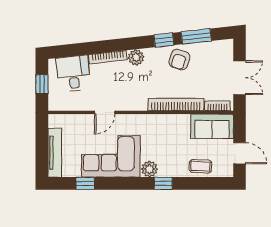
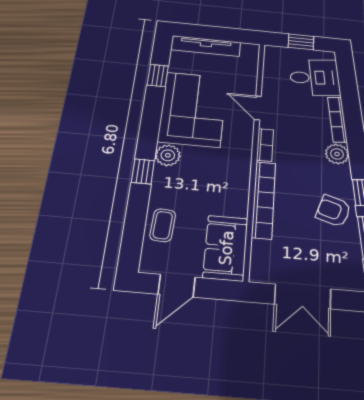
bookcase: (218, 106) -> (265, 145), moved

